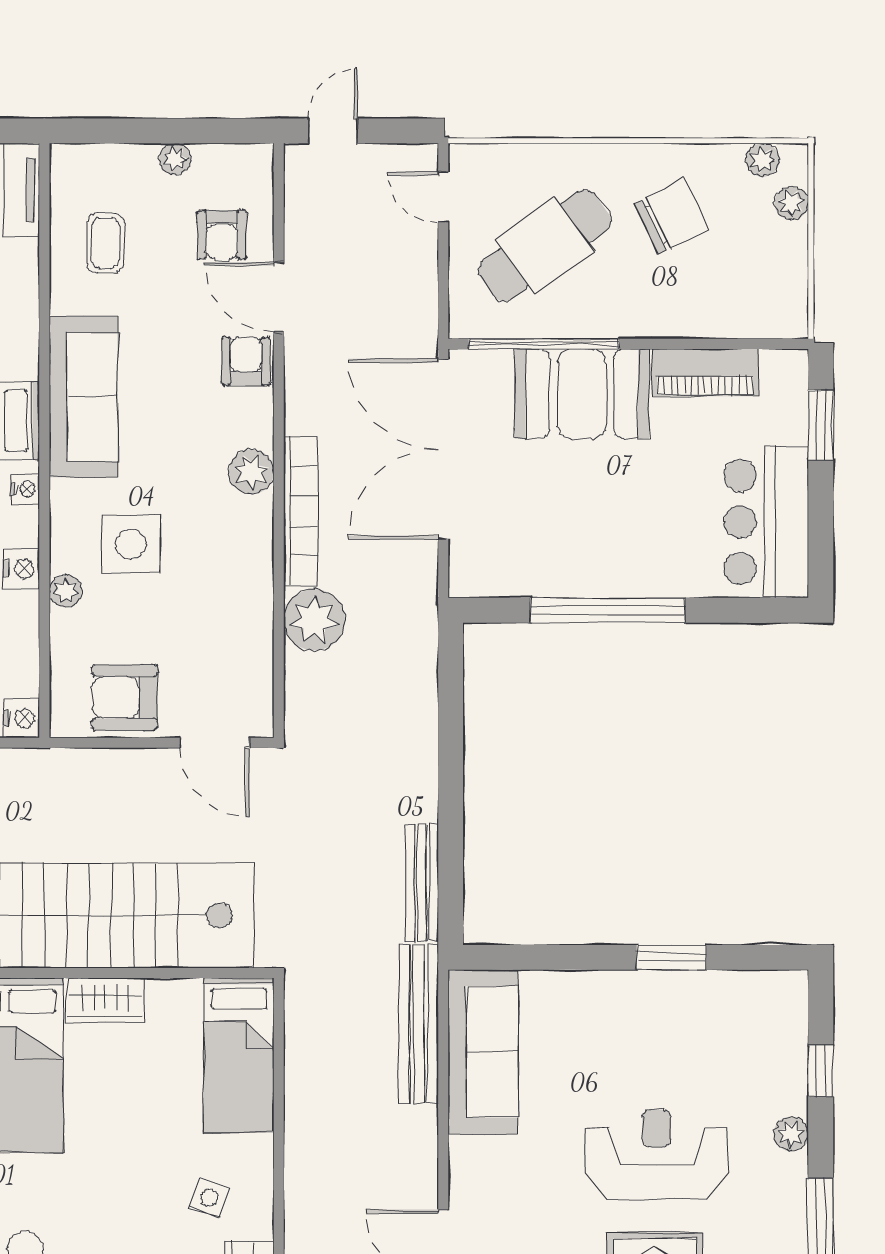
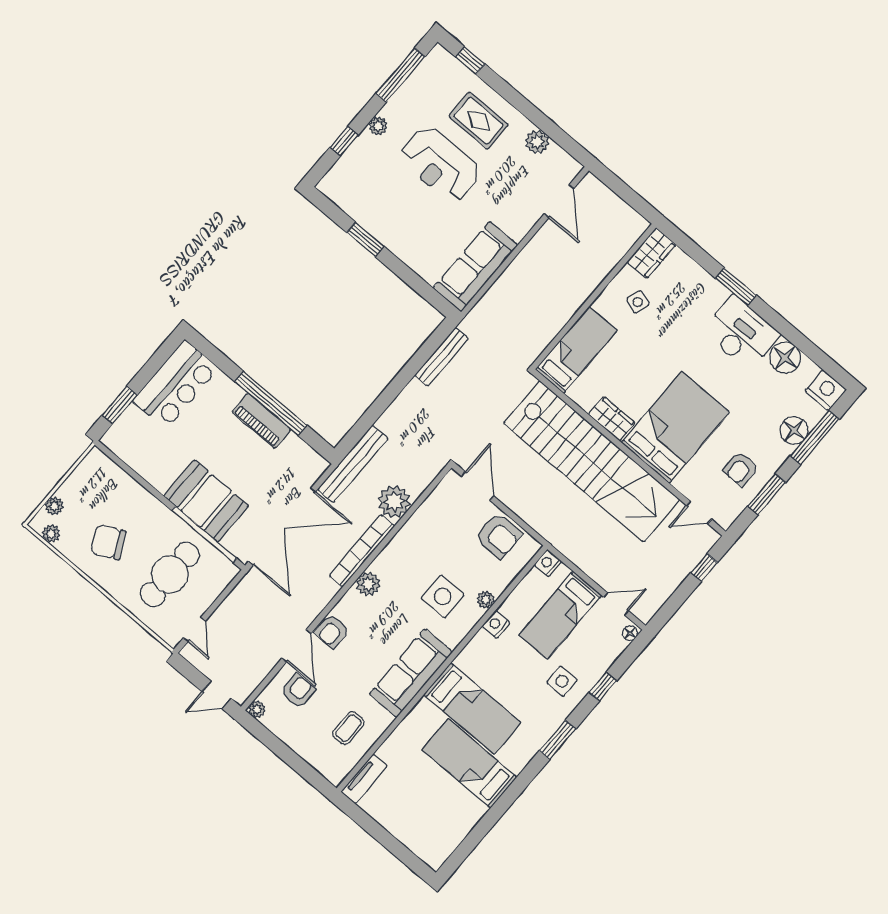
plant: (175, 159) -> (257, 709), moved
cafe table: (545, 246) -> (170, 574), turned -54
piano: (705, 372) -> (261, 421), moved, turned 180
nightstand: (25, 489) -> (467, 655), removed
bench: (419, 1024) -> (353, 464), moved

